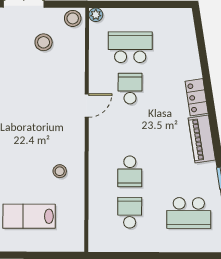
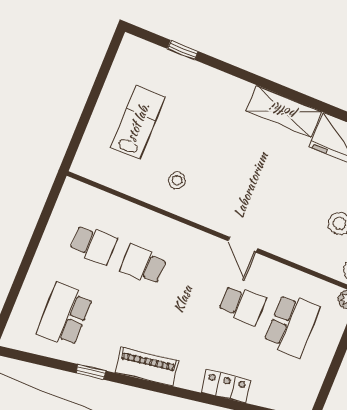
locker: (197, 97) -> (226, 386), moved

